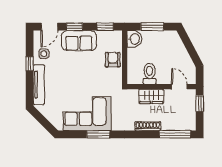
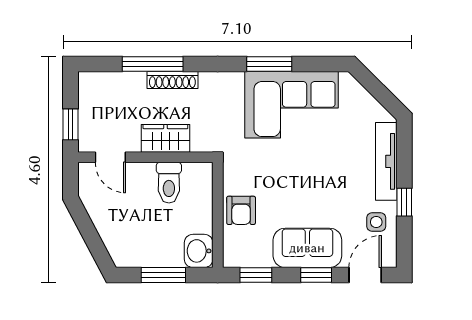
window: (175, 134) -> (153, 64), moved

